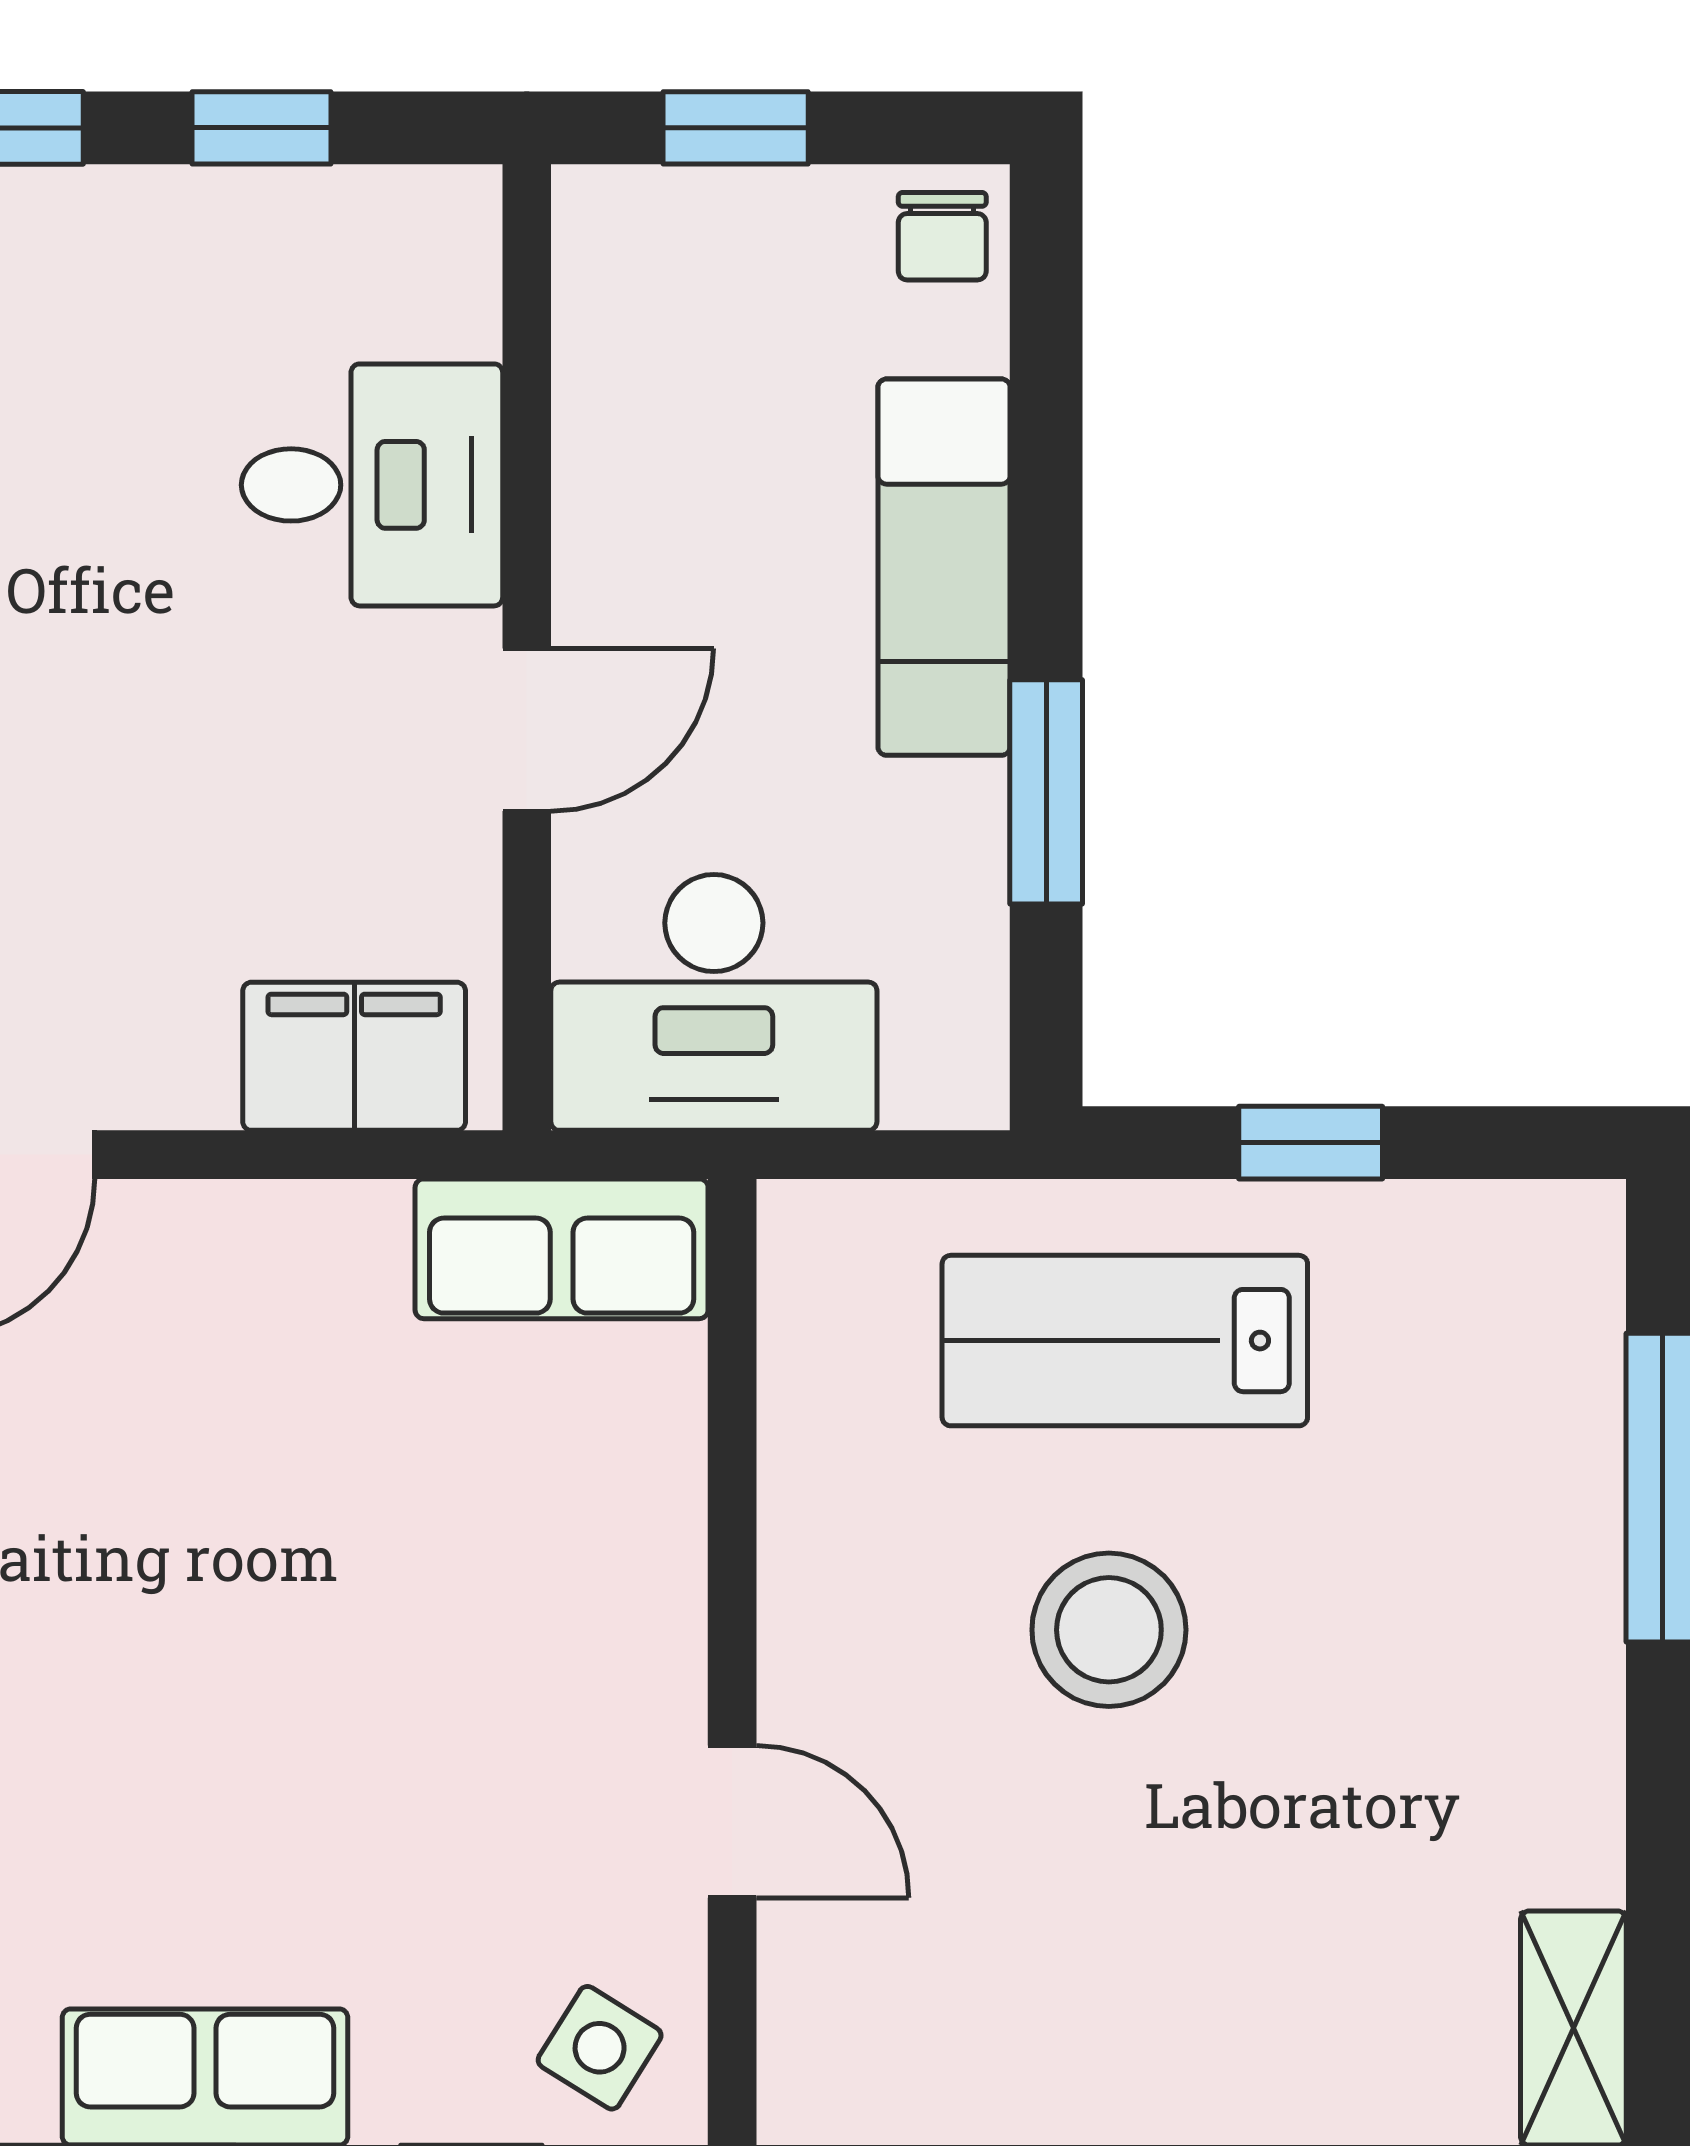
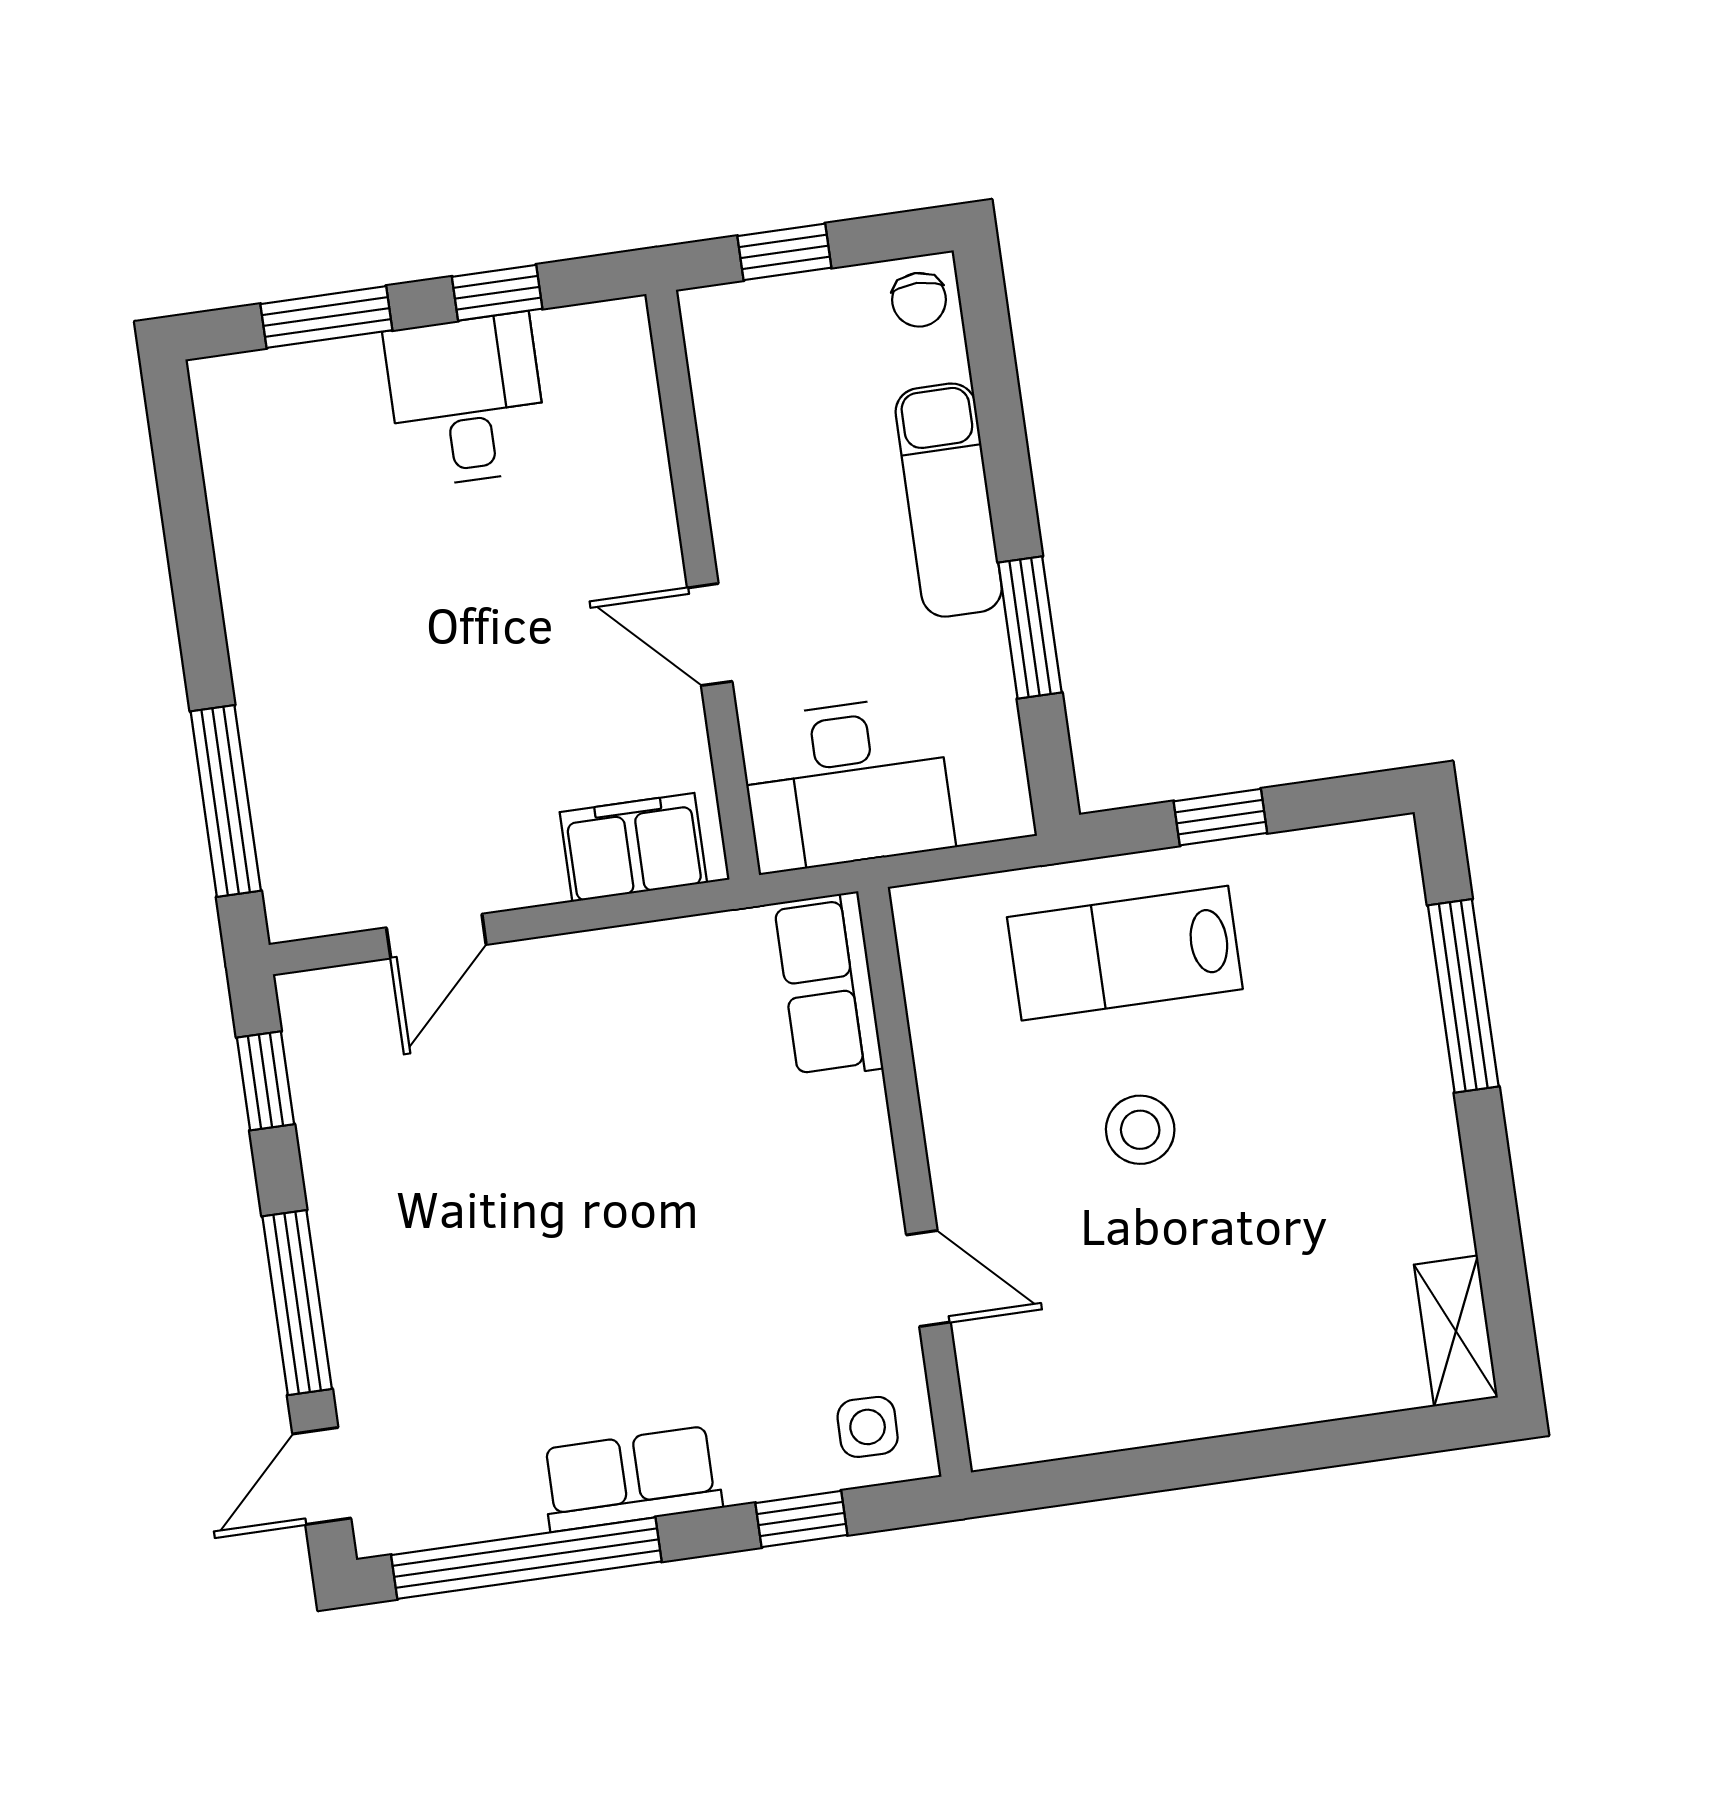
desk: (372, 485) -> (466, 400), moved, turned -90
door: (527, 730) -> (710, 635), swing flipped
row of seats: (562, 1249) -> (829, 986), moved, turned 90
stool: (1109, 1630) -> (1140, 1130), width x0.73, depth x0.73
side table: (600, 2048) -> (868, 1427), turned -31

